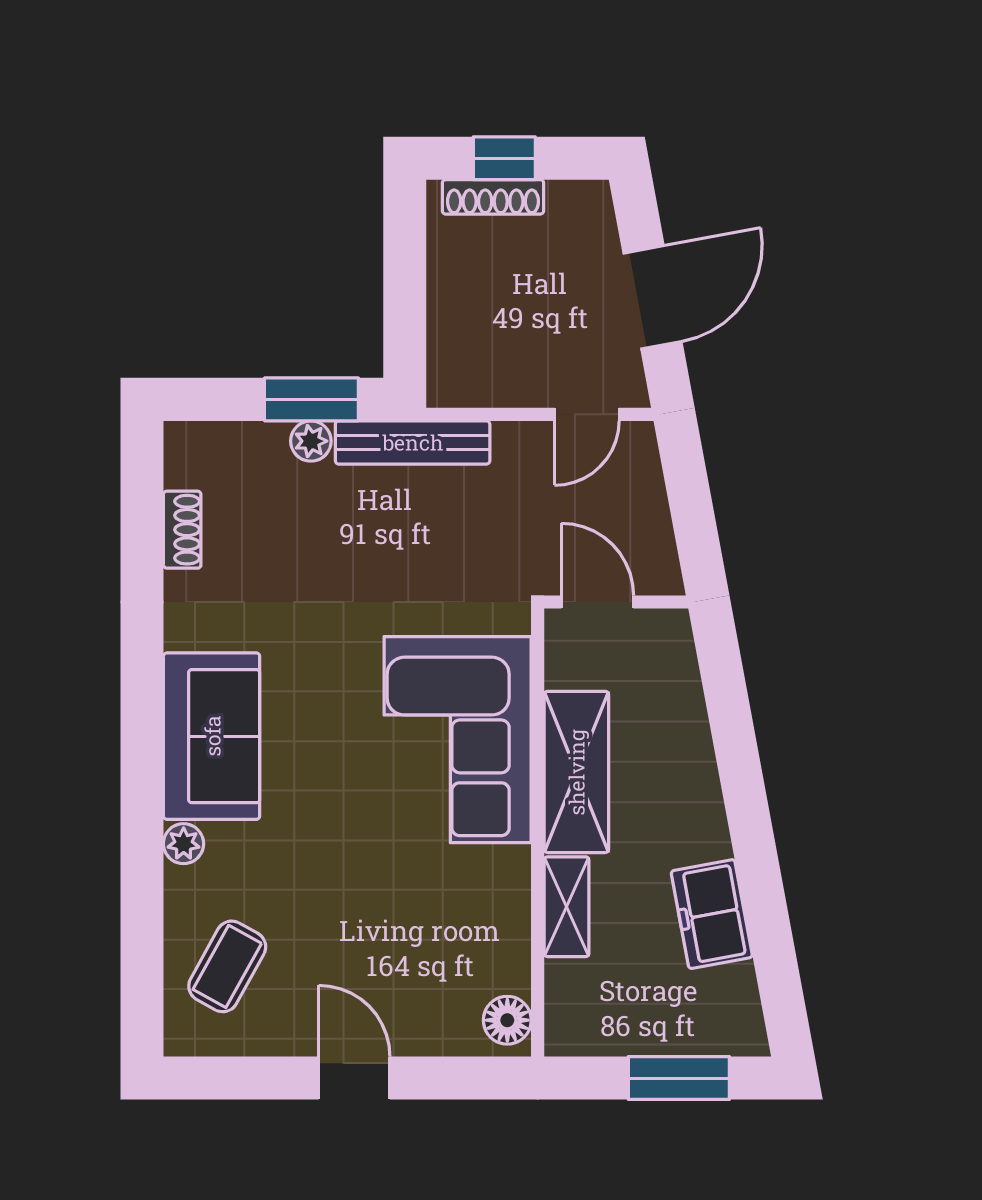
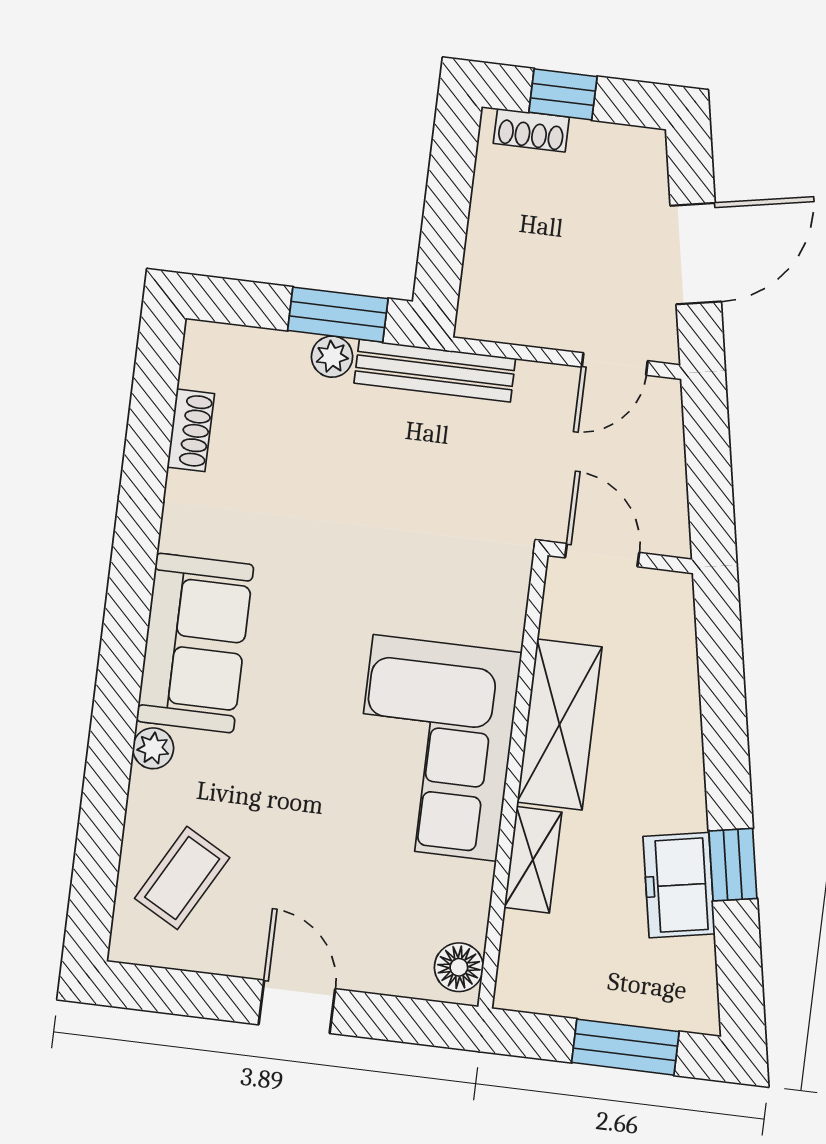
shoe rack: (493, 197) -> (531, 130), width x0.70
corner sofa: (458, 740) -> (435, 748), moved
window: (762, 888) -> (733, 865), added

